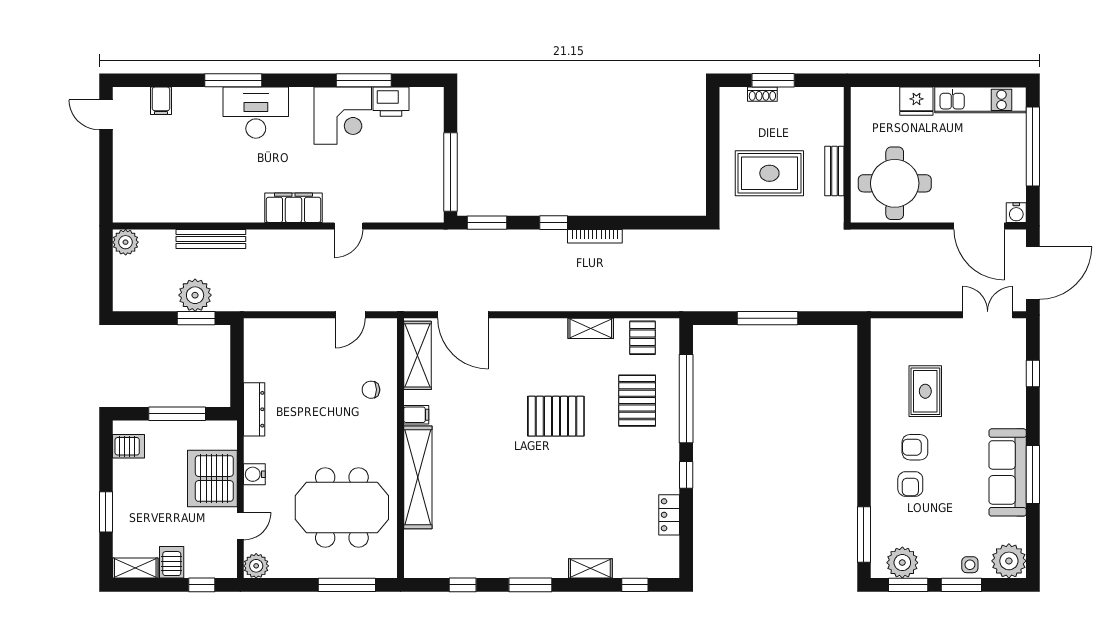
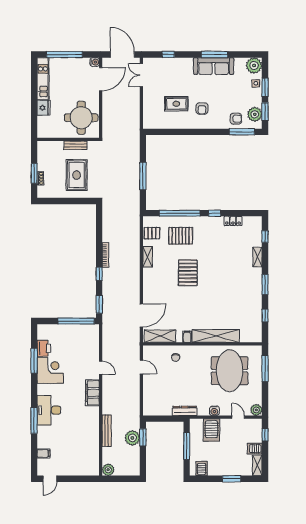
server rack: (212, 478) -> (211, 430), width x0.63
armchair: (910, 484) -> (236, 119), moved

